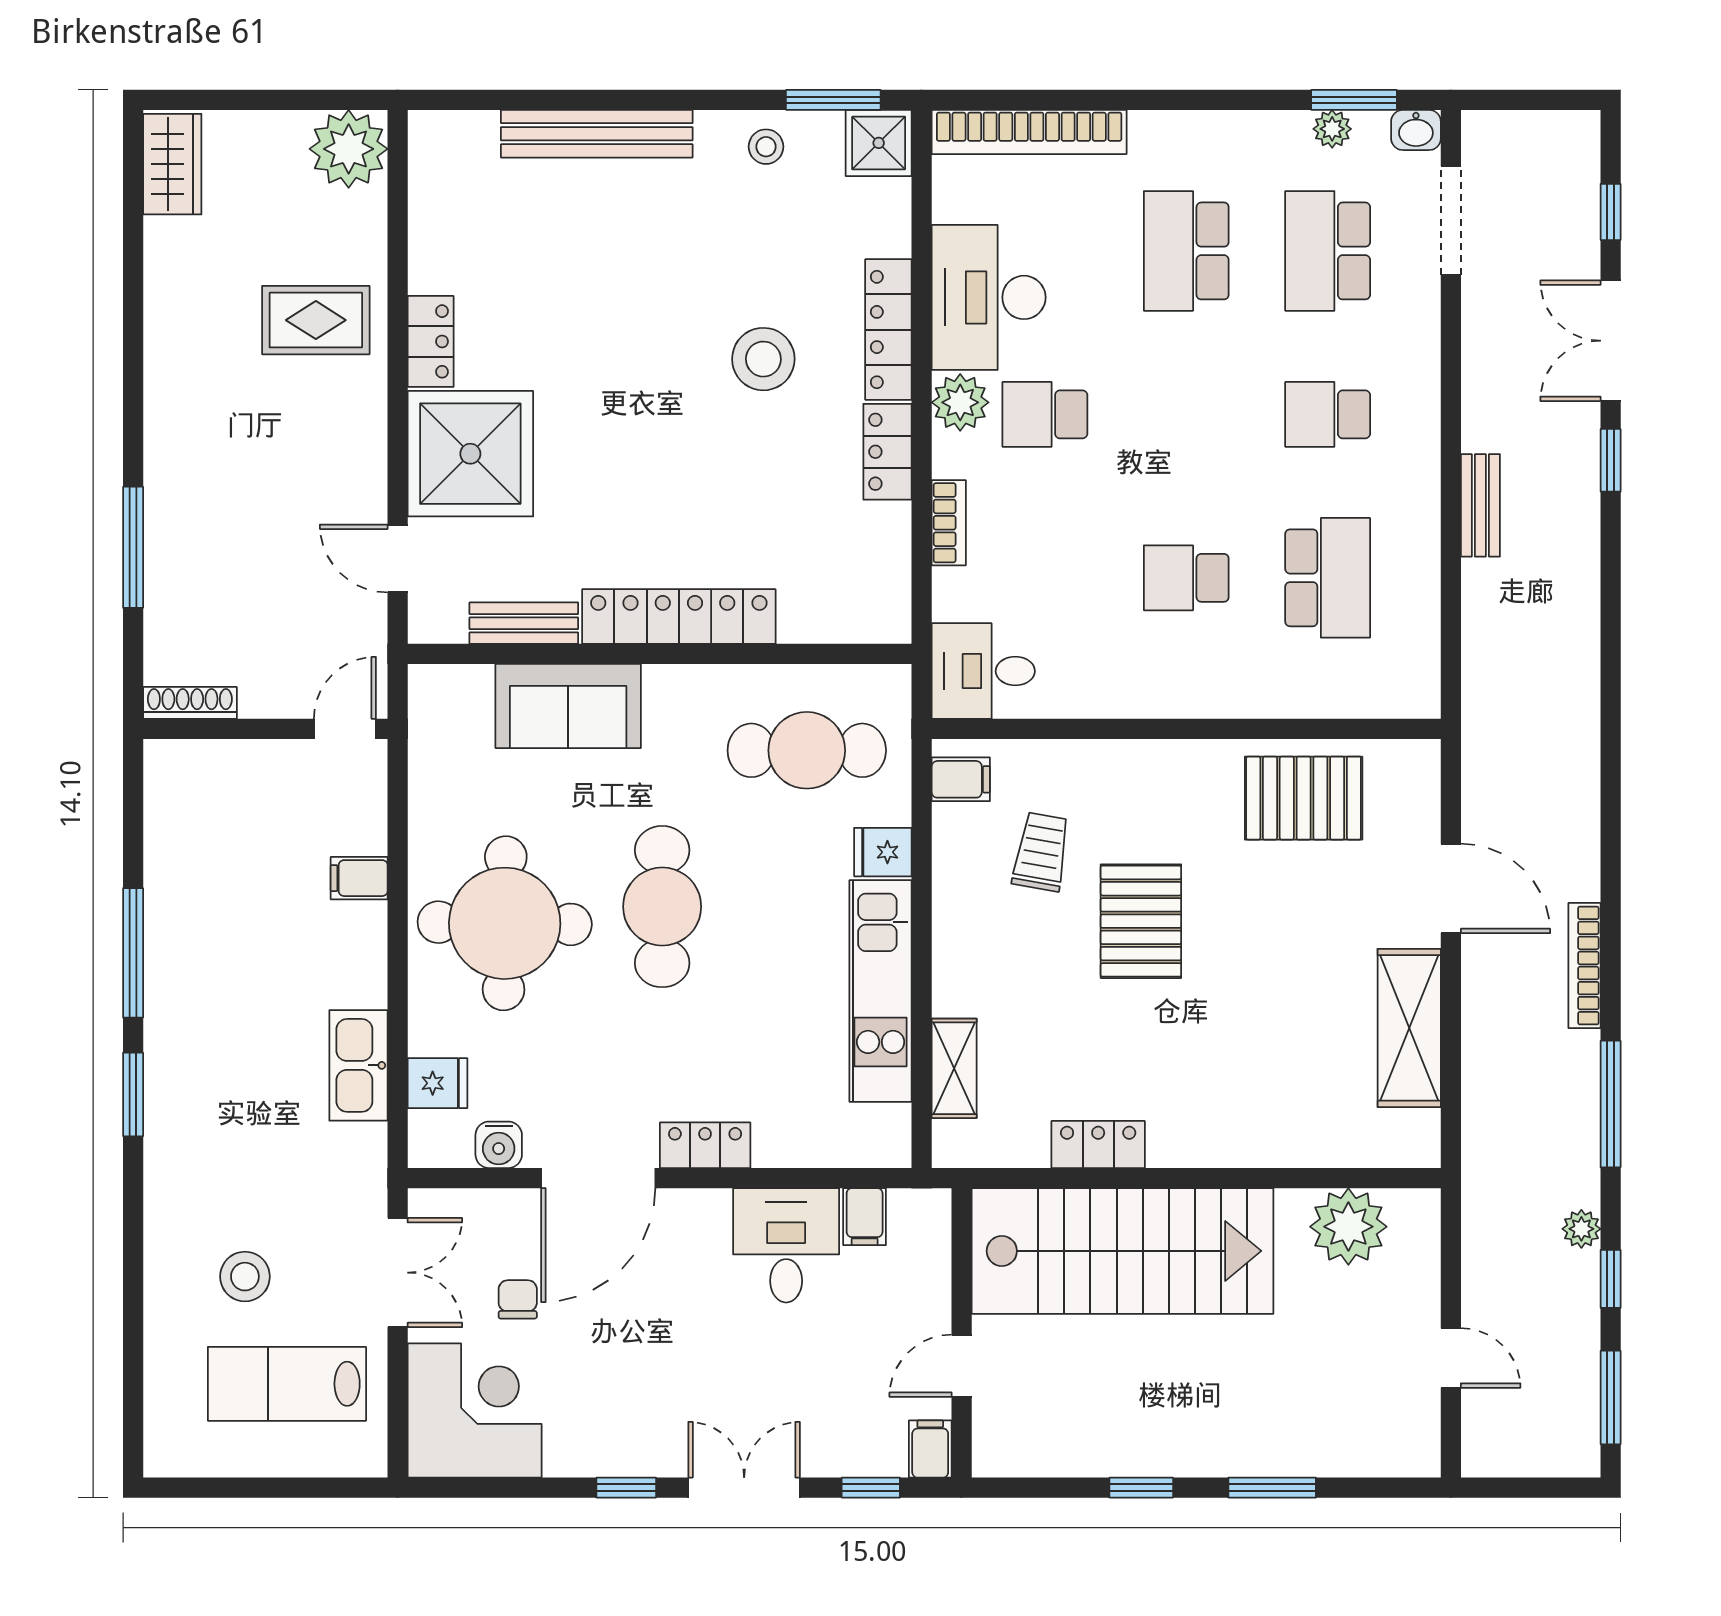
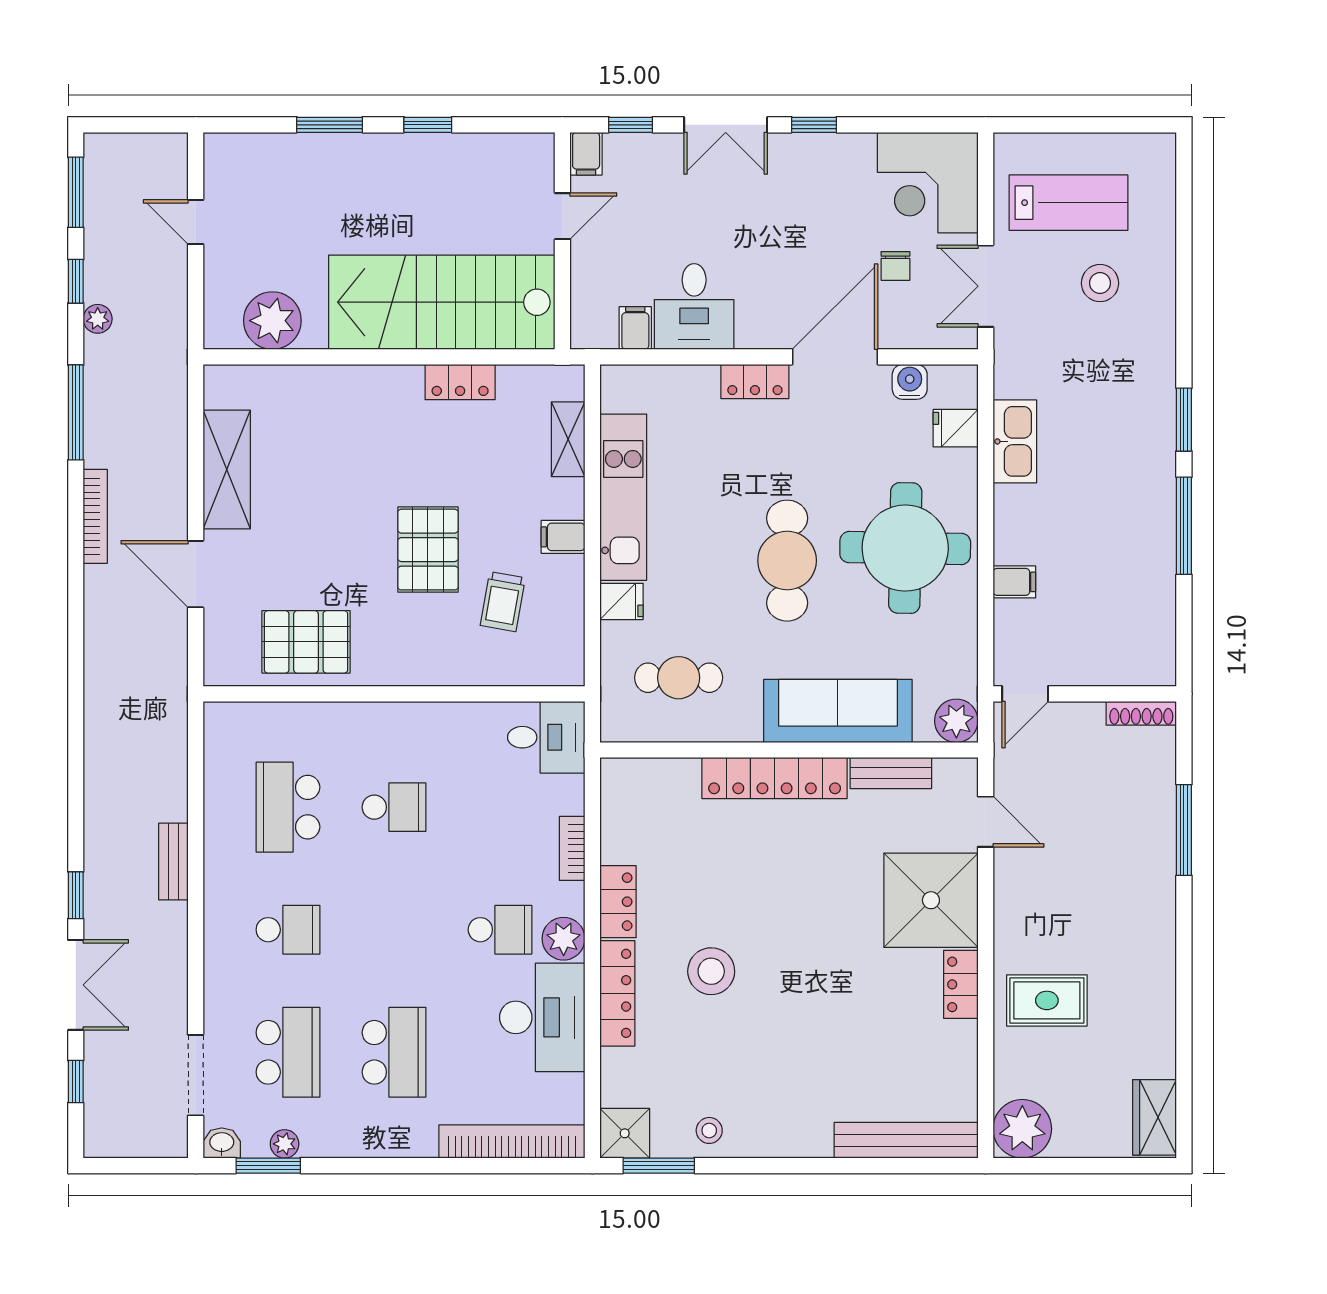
bench: (597, 134) -> (906, 1140), moved
plant: (437, 693) -> (956, 721), added
sofa: (568, 706) -> (838, 711), width x1.36
cafe table: (807, 750) -> (679, 678), width x0.73, depth x0.74
filing cabinet: (961, 779) -> (563, 537), moved

